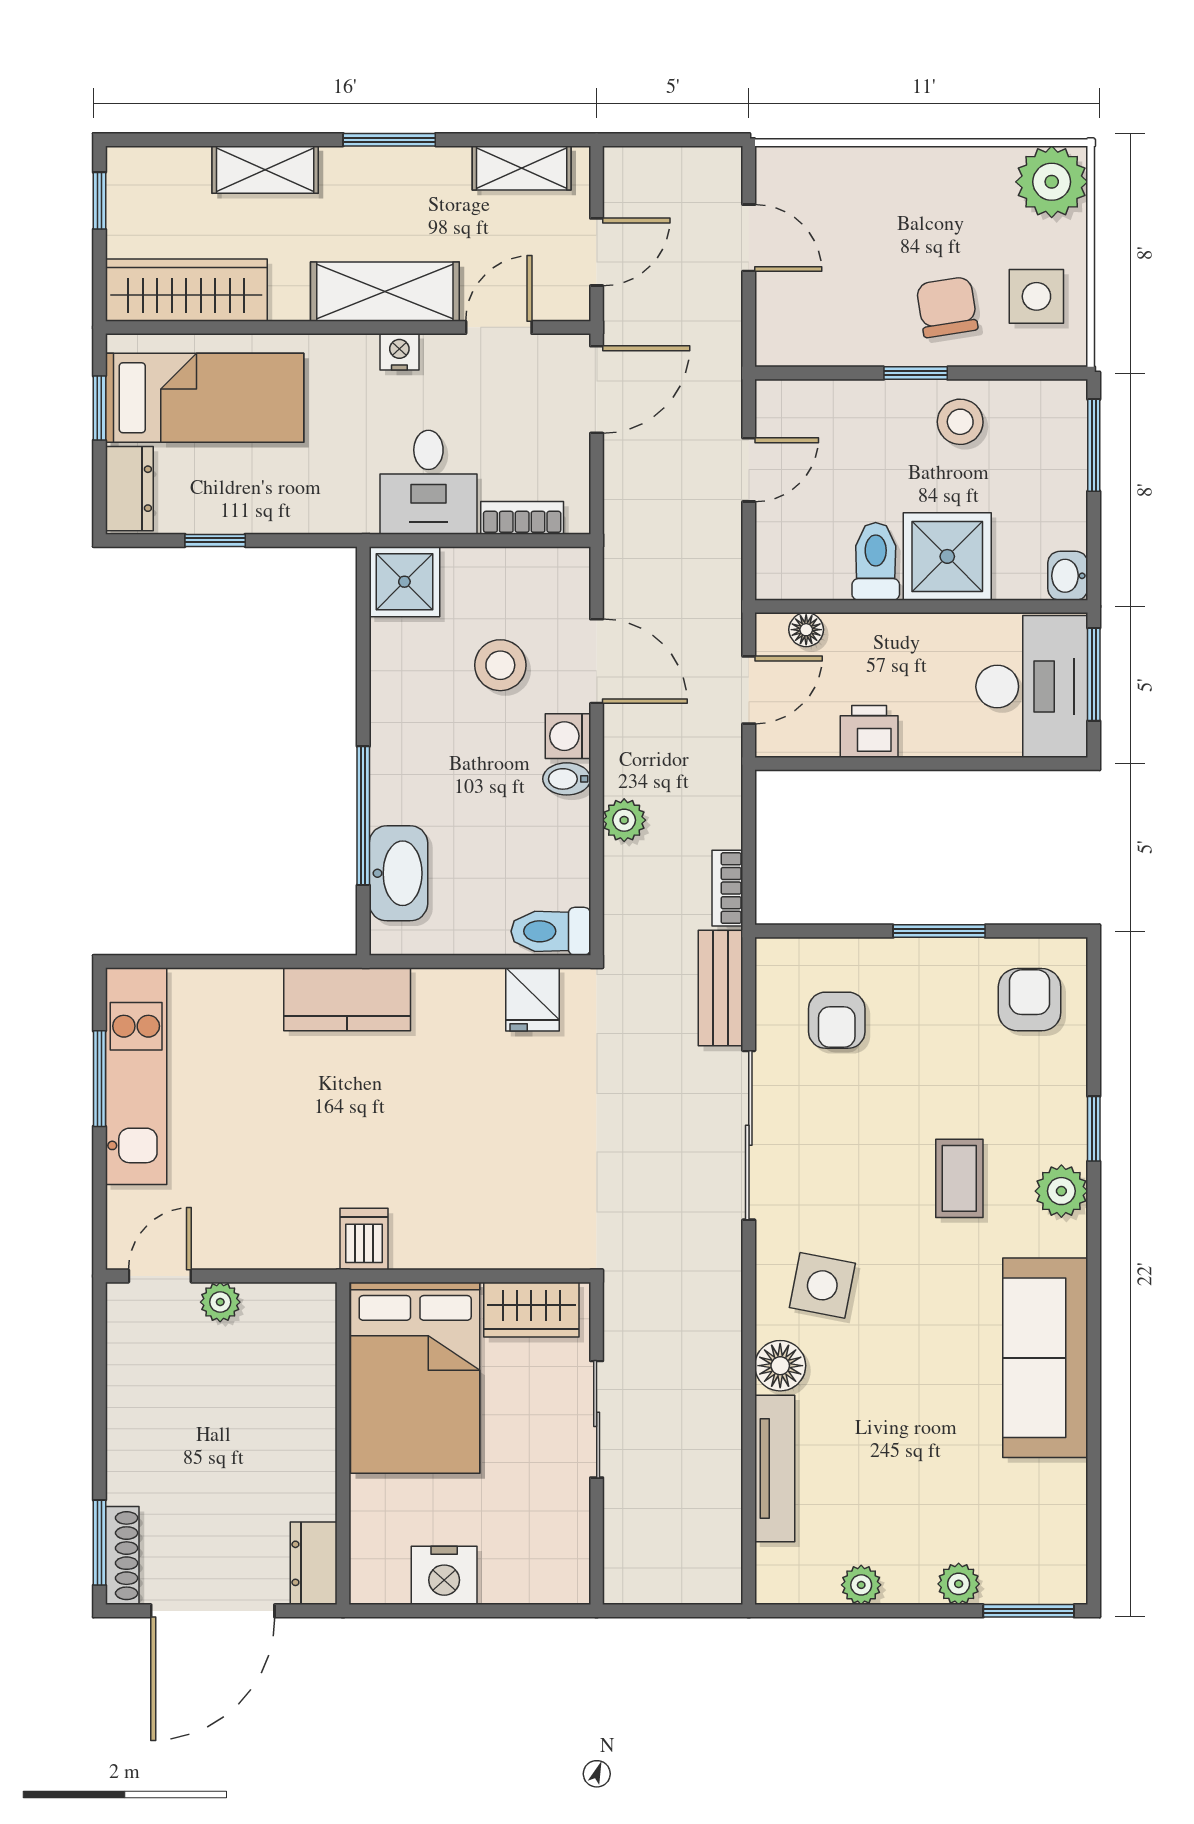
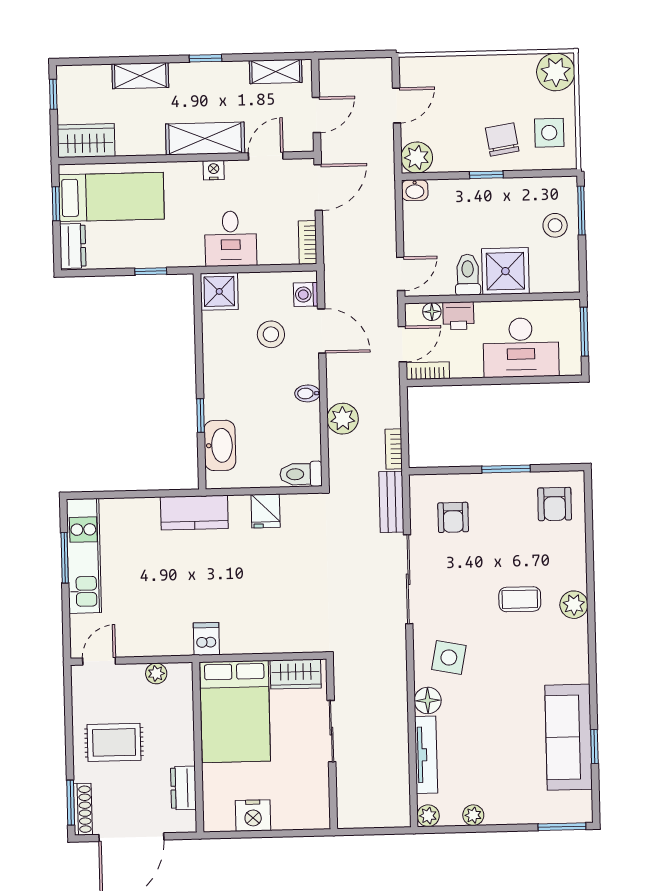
window: (389, 140) -> (206, 58), width x0.67
door: (749, 238) -> (397, 105), hinge flipped
wardrobe: (186, 290) -> (86, 141), width x0.67
plant: (785, 337) -> (417, 157), added
stool: (960, 422) -> (555, 225), moved
door: (749, 470) -> (401, 274), moved
bookcase: (522, 518) -> (308, 242), moved, turned -90
window: (215, 540) -> (151, 271), moved
washbasin: (1068, 576) -> (415, 190), moved, turned -90
desk: (1032, 687) -> (521, 347), moved, turned 90
printer: (869, 731) -> (458, 316), moved, turned 180
washing machine: (568, 736) -> (306, 294), moved
bookcase: (796, 741) -> (428, 371), added
window: (363, 816) -> (200, 416), width x0.46
plant: (624, 820) -> (343, 419), width x1.38, depth x1.38
fridge: (533, 999) -> (266, 511), moved
armchair: (1030, 1000) -> (555, 504), turned 180
window: (1094, 1129) -> (594, 747), moved
coffee table: (959, 1178) -> (520, 599), turned 90
plant: (220, 1302) -> (156, 673), moved
sofa: (1045, 1358) -> (569, 737), moved
rug: (184, 1431) -> (114, 742), added
dresser: (314, 1563) -> (183, 788), moved
plant: (959, 1584) -> (428, 816), moved

